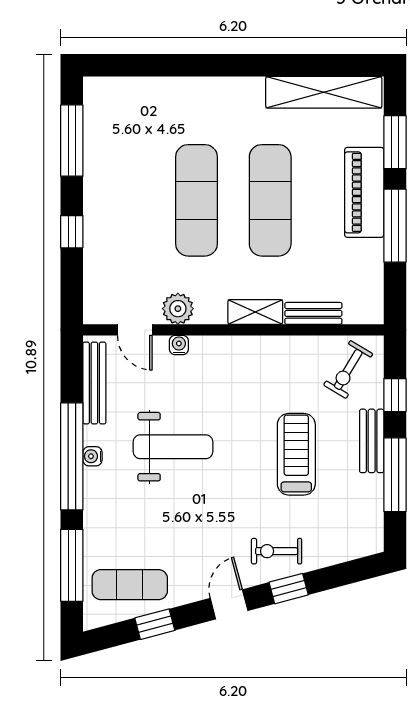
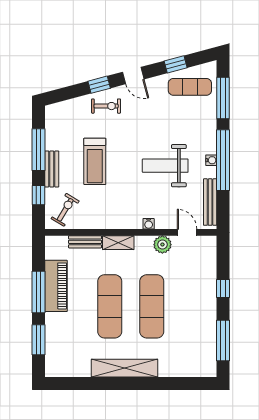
shelving: (324, 92) -> (125, 368), moved
piano: (364, 192) -> (56, 286), moved
water cooler: (179, 345) -> (149, 224), moved
door: (229, 604) -> (133, 76), hinge flipped

